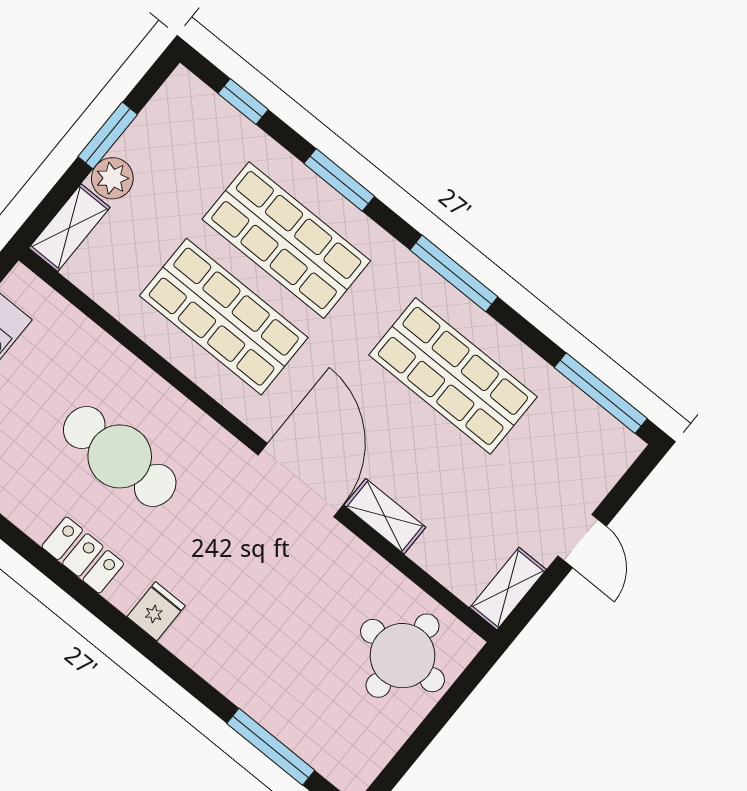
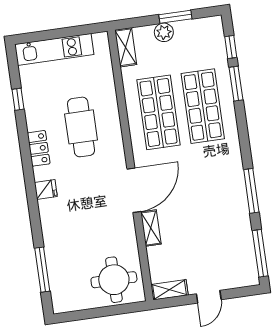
window: (339, 180) -> (236, 84), moved
shelving: (69, 228) -> (126, 47), moved, turned 90
window: (454, 273) -> (251, 191), moved
shop shelf: (453, 376) -> (216, 202), removed

